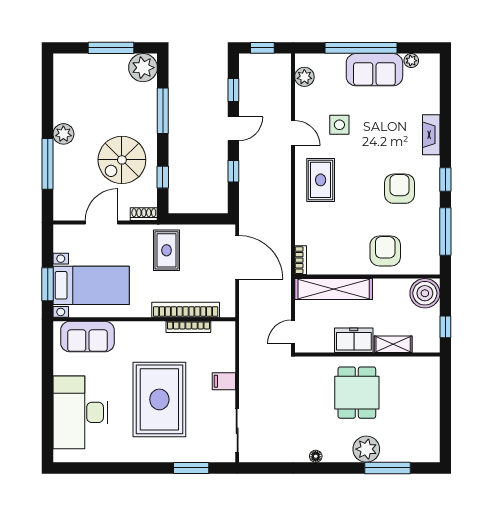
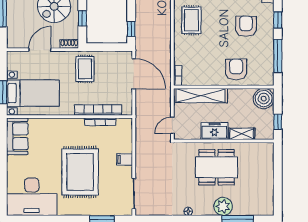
window: (233, 171) -> (131, 29), moved
sofa: (87, 337) -> (17, 136), moved, turned -90
dining table: (357, 393) -> (217, 167), width x1.38
desk: (80, 412) -> (32, 197), moved, turned -90

